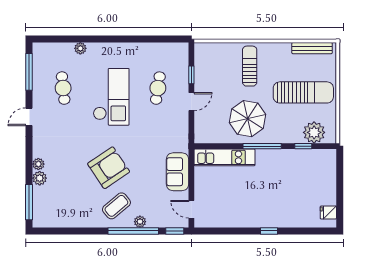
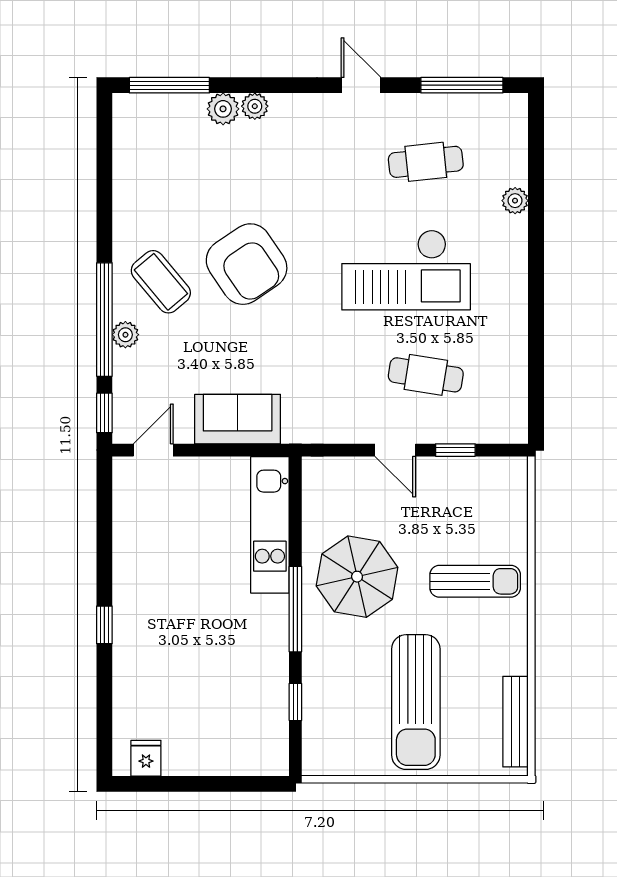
plant: (314, 132) -> (326, 726), removed

